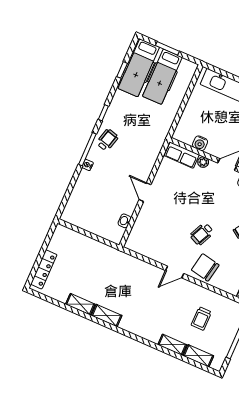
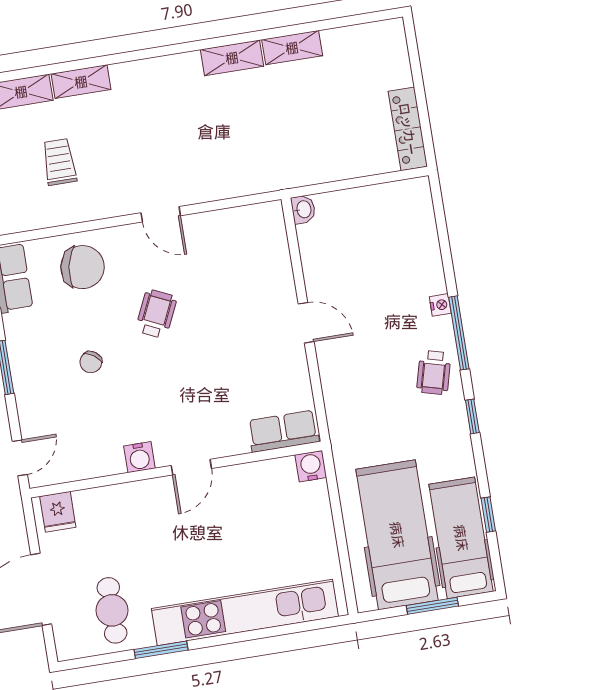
hospital bed: (162, 77) -> (397, 535), width x1.37, depth x1.29
water cooler: (200, 143) -> (311, 466), moved
plant: (203, 162) -> (237, 444), removed
washbasin: (125, 221) -> (303, 209), moved
chair: (205, 267) -> (83, 267), moved
locker: (44, 269) -> (408, 129), moved
door: (175, 272) -> (161, 214), swing flipped

